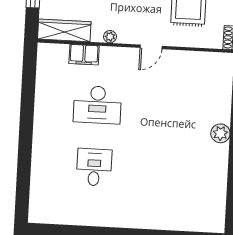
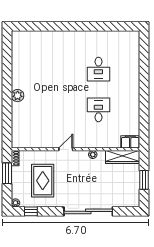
filing cabinet: (84, 55) -> (130, 142), moved
desk: (97, 105) -> (98, 110), width x0.73

